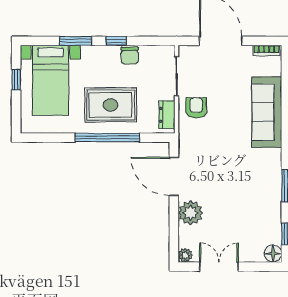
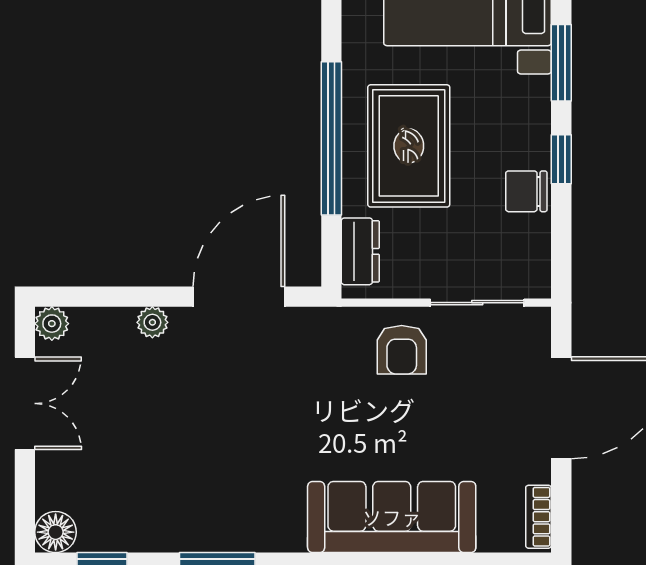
armchair: (196, 108) -> (402, 350), turned 90
dresser: (167, 115) -> (360, 251), moved, turned 90
plant: (190, 213) -> (152, 322), width x0.53, depth x0.53

